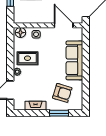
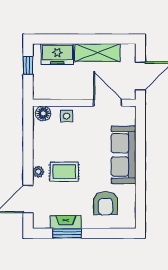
rug: (28, 58) -> (64, 172), moved
armchair: (62, 93) -> (105, 203), turned 73
window: (59, 113) -> (67, 233), moved

